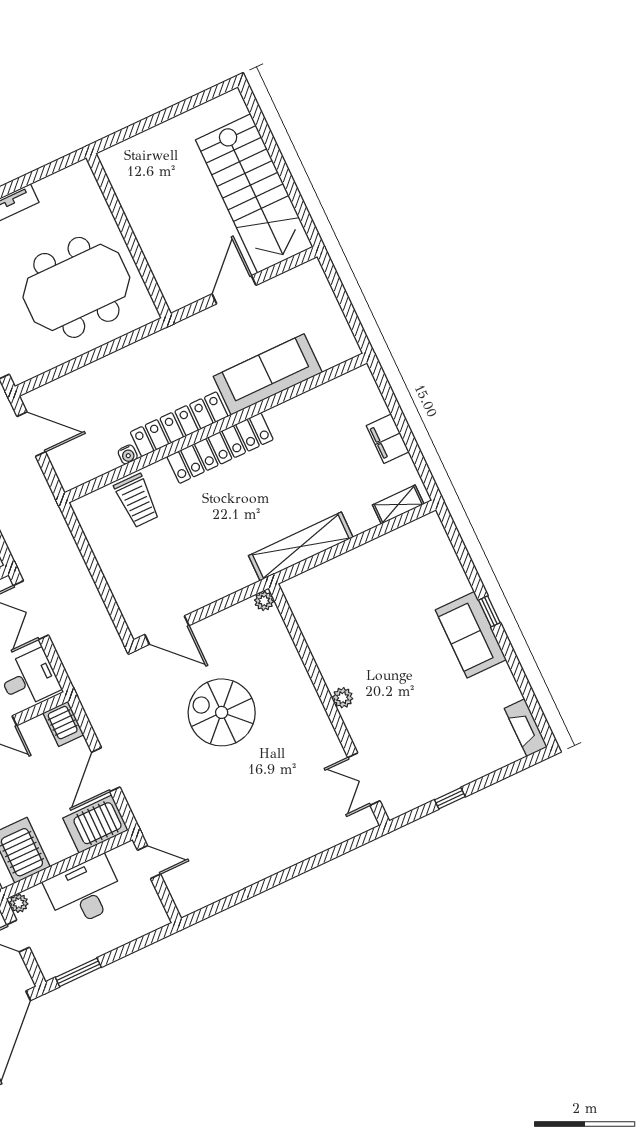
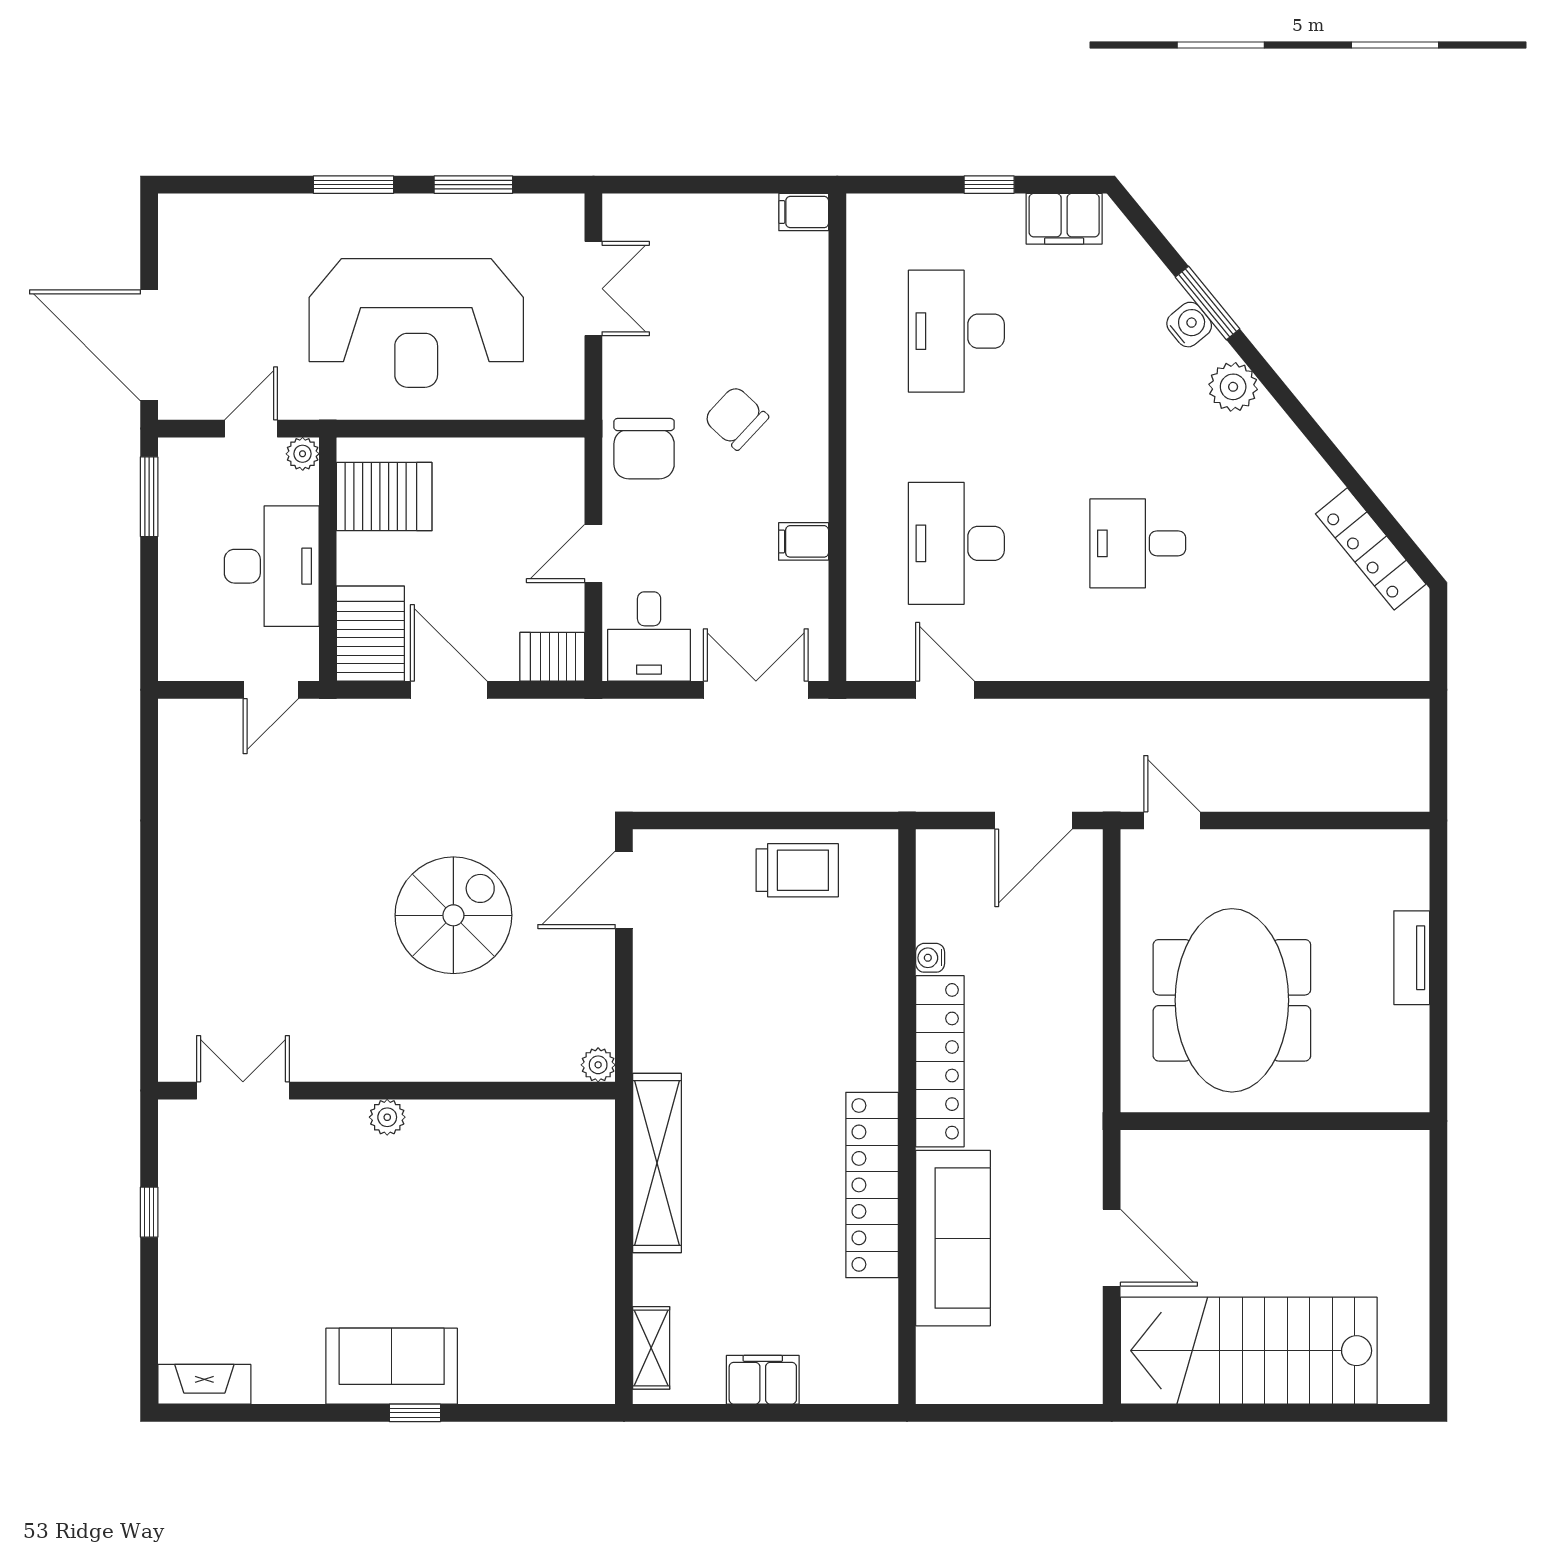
locker: (220, 448) -> (872, 1185), moved
trolley: (137, 501) -> (797, 870), moved, turned 180

